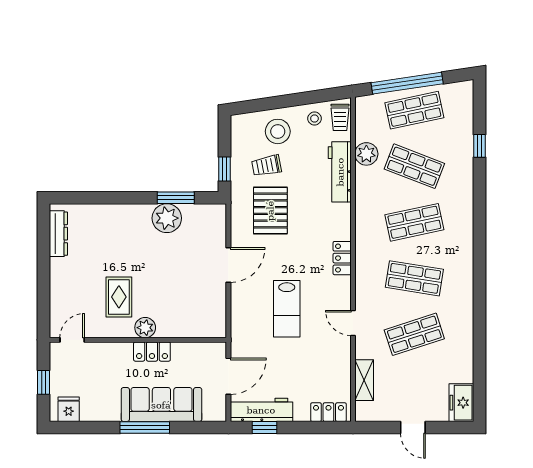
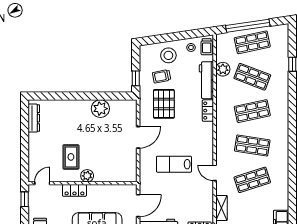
window: (176, 198) -> (106, 96), removed
locker: (342, 258) -> (208, 111), moved
lab bench: (287, 309) -> (174, 164), turned 90
locker: (152, 352) -> (74, 190), moved
window: (43, 382) -> (25, 199), moved

